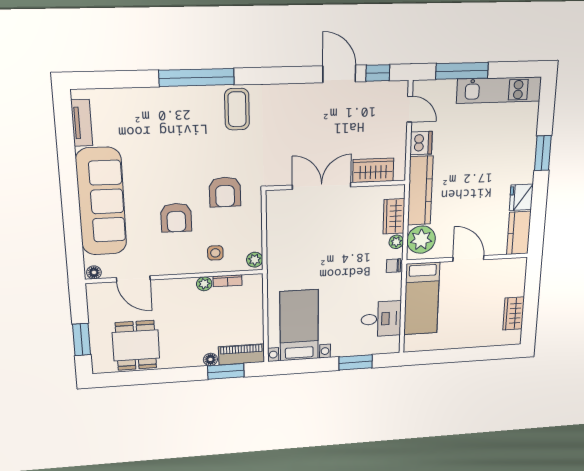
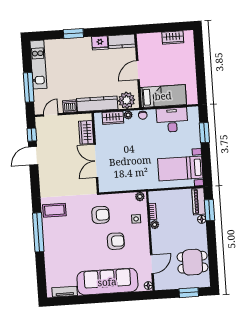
desk: (381, 319) -> (172, 120), width x1.37

